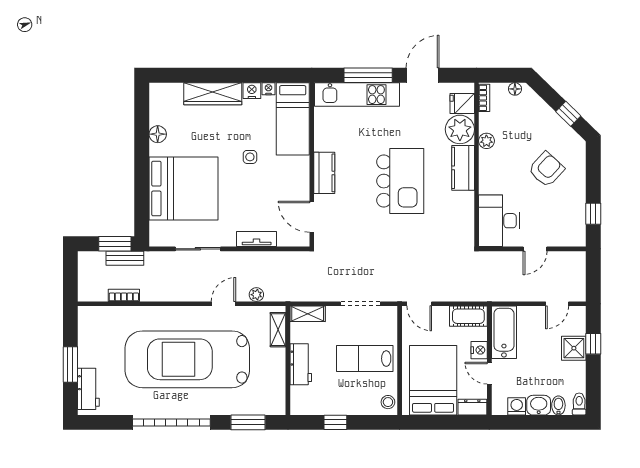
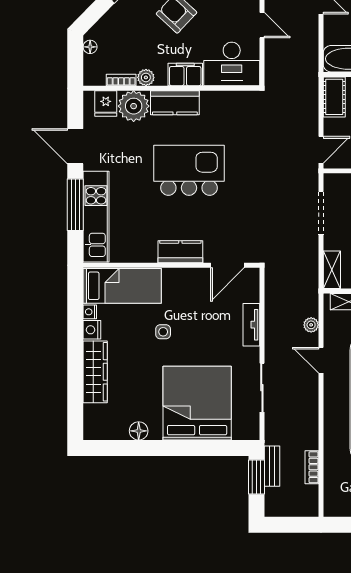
bookcase: (484, 98) -> (121, 80), moved
filing cabinet: (489, 178) -> (185, 75), added

